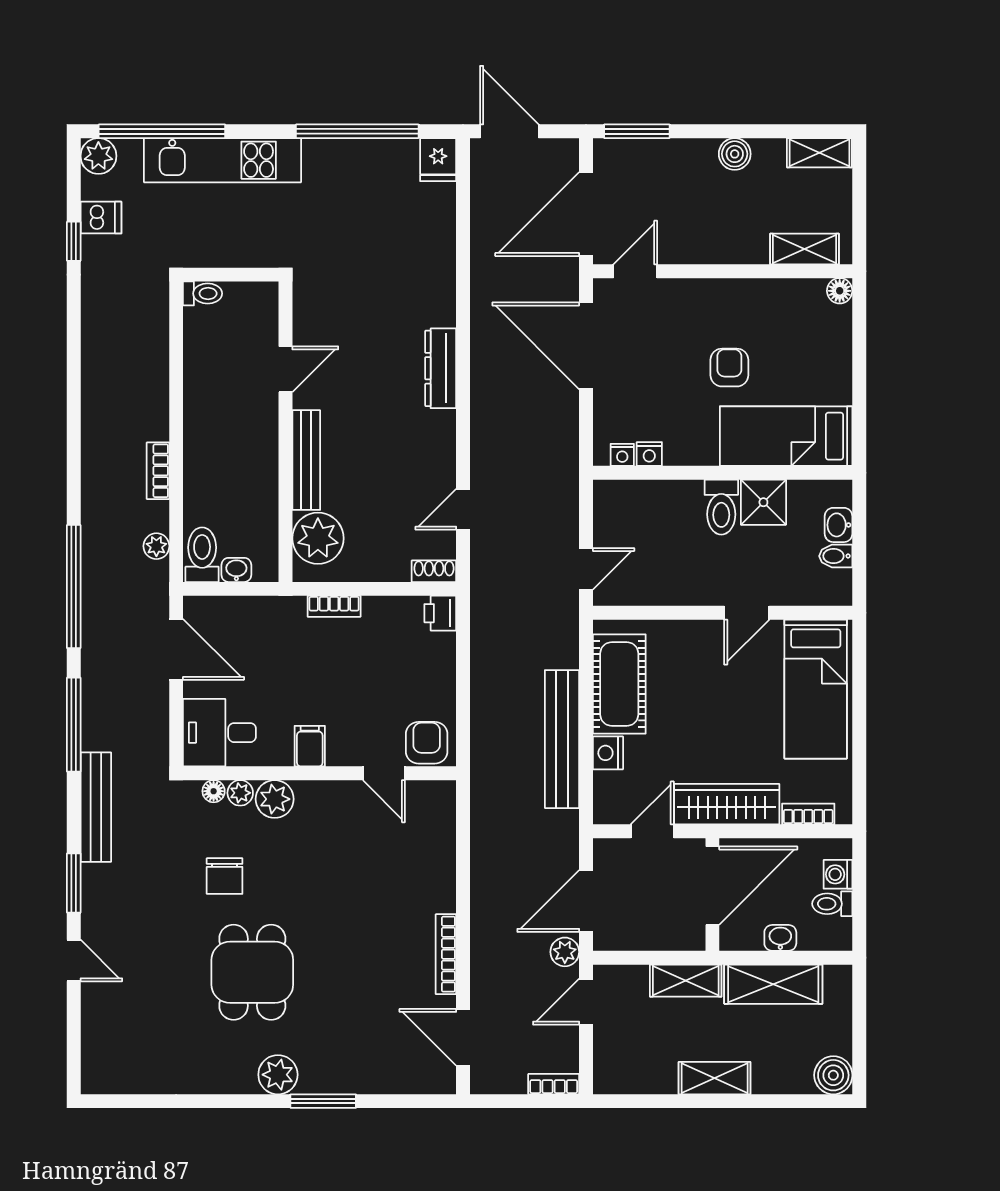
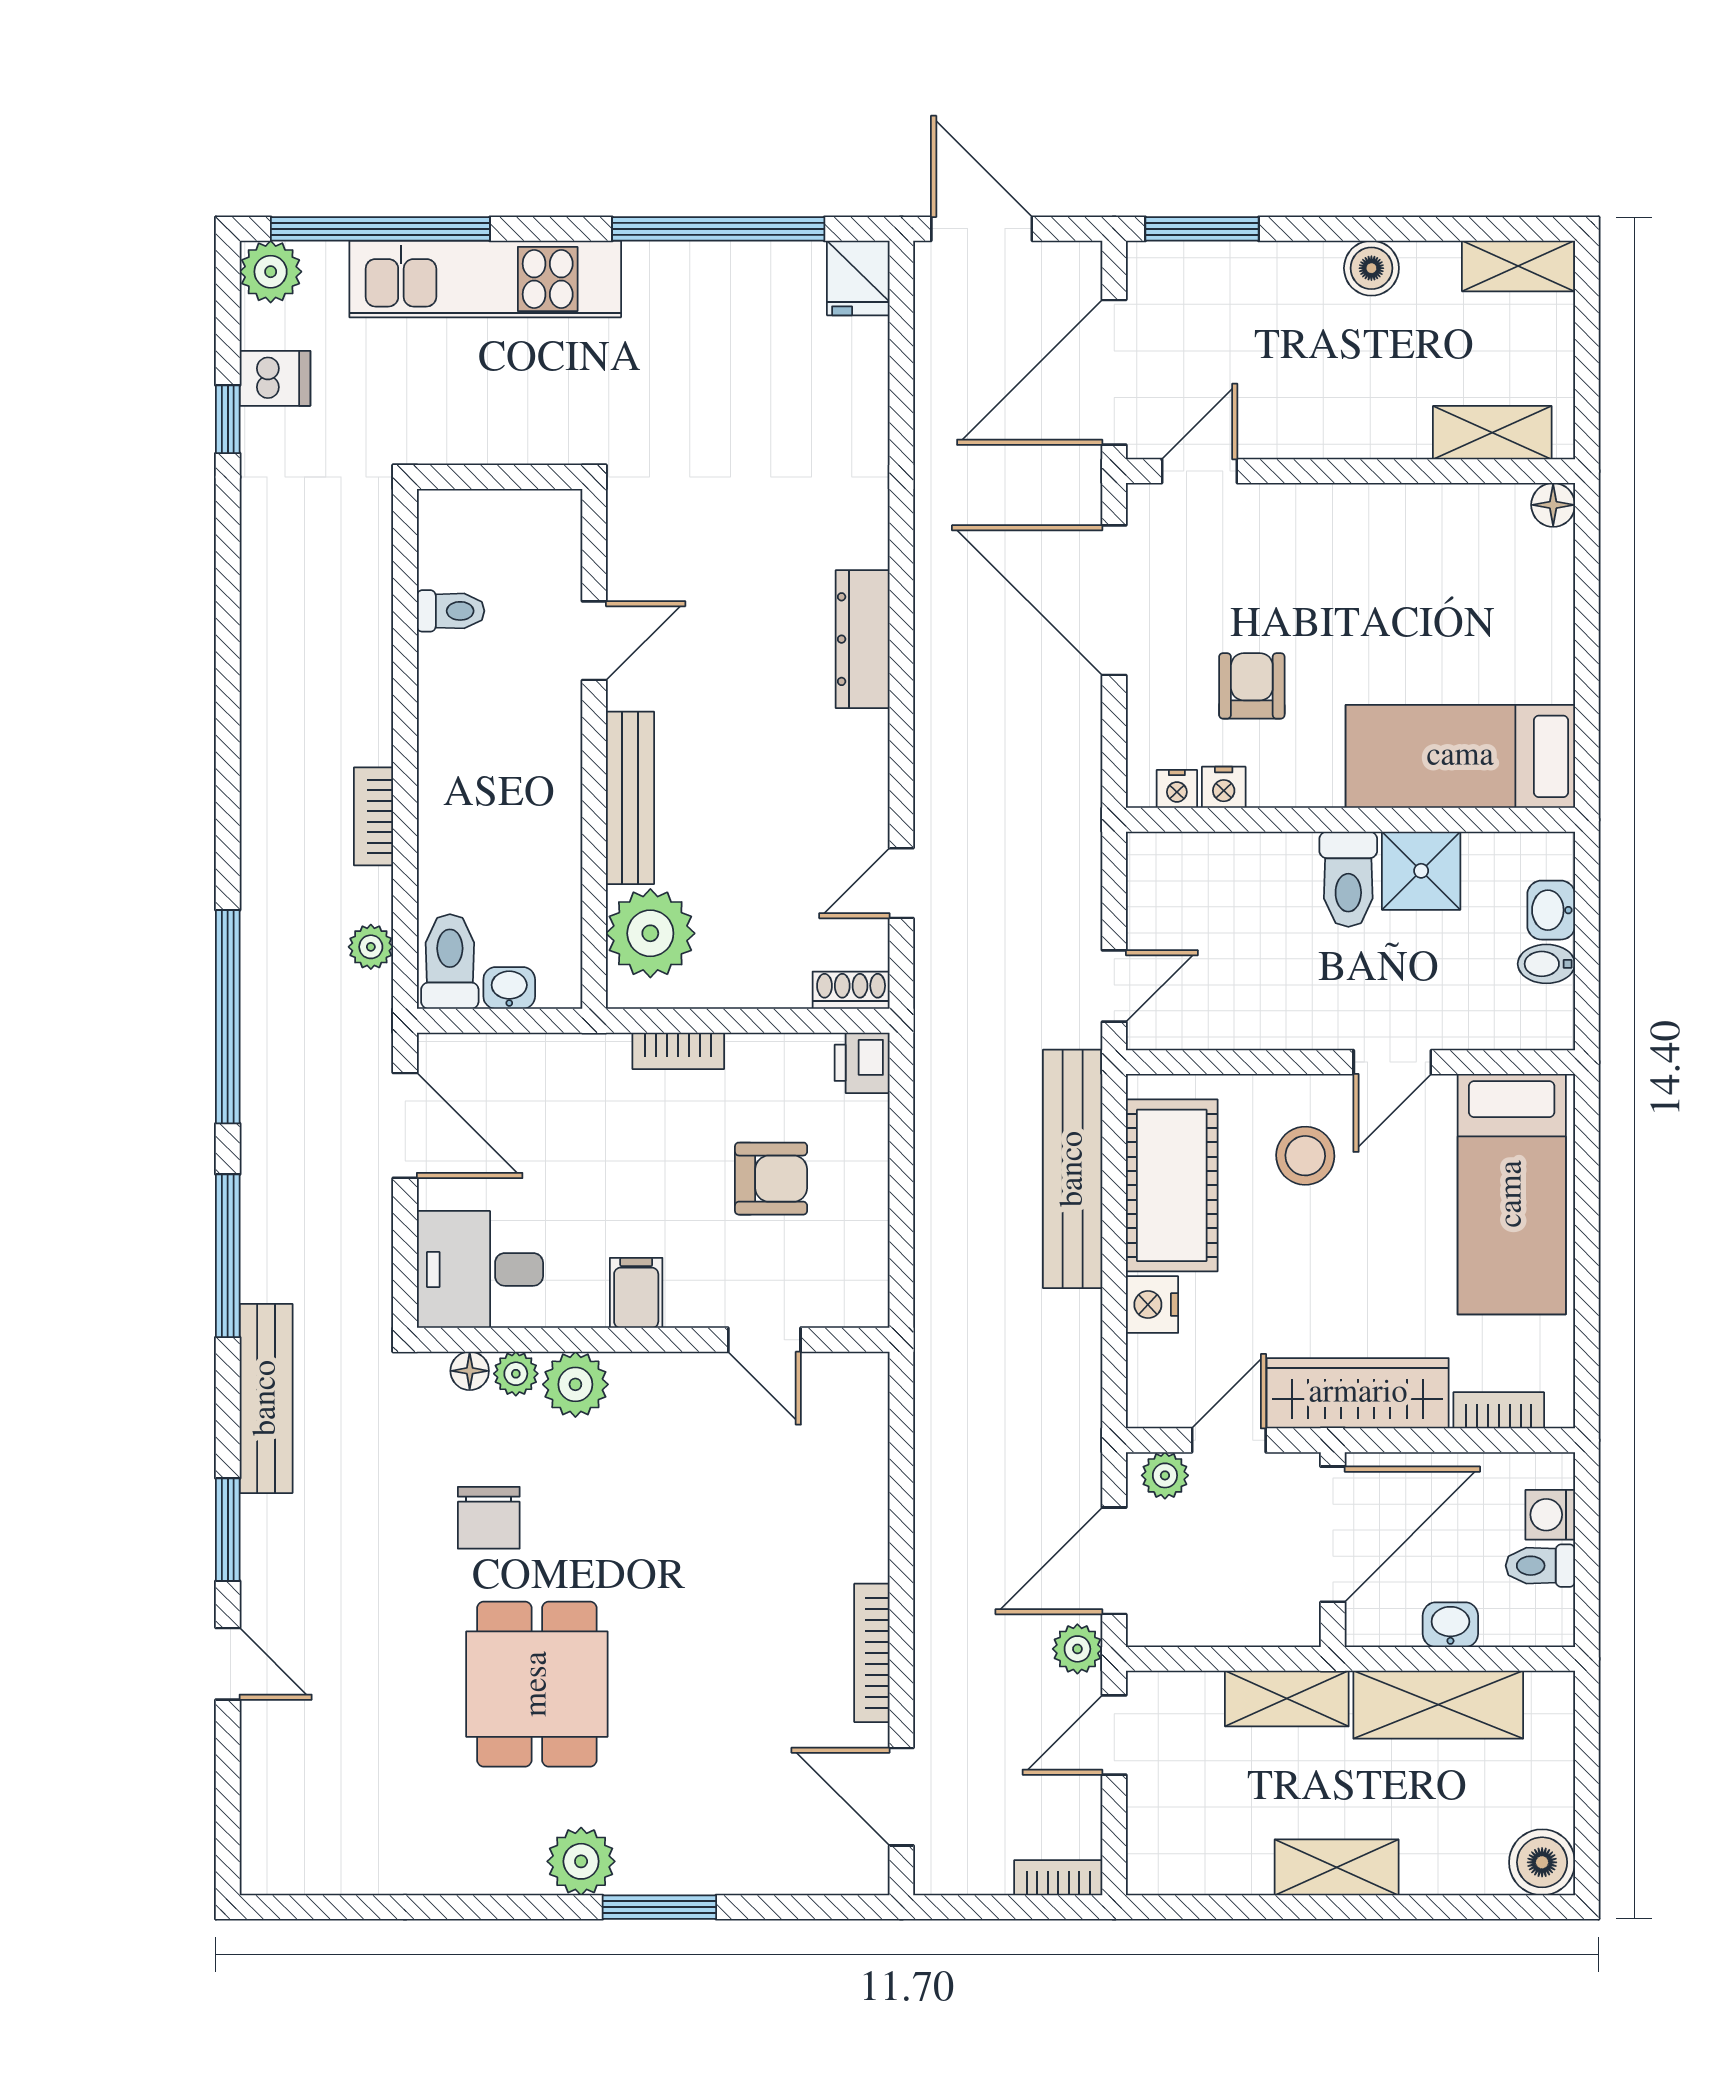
toilet: (203, 293) -> (451, 611), moved
armchair: (729, 368) -> (1252, 686), moved
stool: (696, 667) -> (1305, 1156), added
bench: (562, 739) -> (1073, 1169), moved
armchair: (427, 743) -> (771, 1179), moved, turned 90
plant: (615, 852) -> (1165, 1475), added

